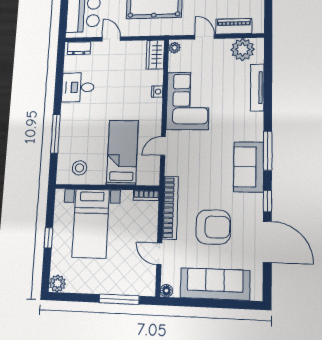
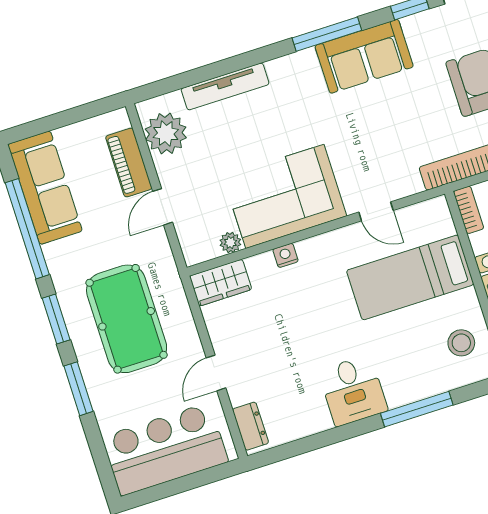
plant: (175, 48) -> (230, 242), moved
desk: (78, 87) -> (353, 390), moved

